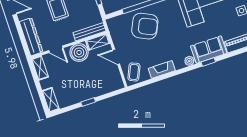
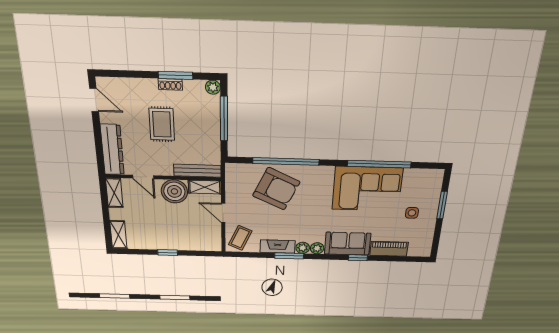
window: (208, 62) -> (358, 258), moved
plant: (179, 64) -> (303, 248), added
window: (173, 74) -> (289, 256), added

